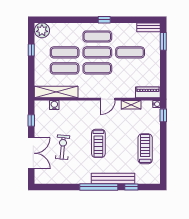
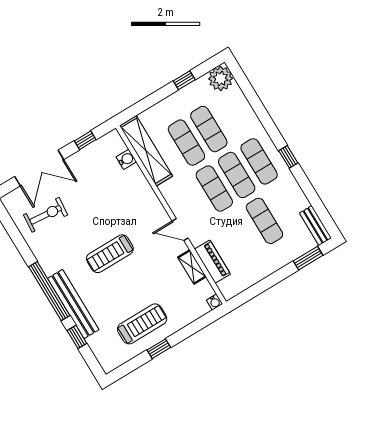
piano: (148, 92) -> (212, 262), moved
window: (163, 115) -> (159, 349), moved
exercise bike: (63, 147) -> (46, 215), moved

